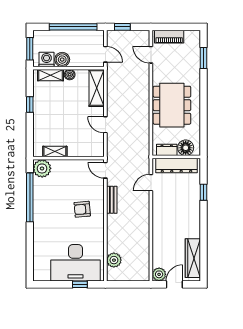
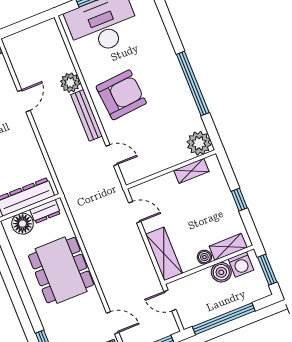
shelving: (55, 152) -> (191, 171), moved
wall: (68, 158) -> (171, 169), moved
plant: (42, 168) -> (199, 143), moved
door: (151, 183) -> (24, 101), moved
bench: (112, 200) -> (87, 115), width x1.36
armchair: (82, 209) -> (121, 95), width x1.88, depth x1.88
plant: (114, 260) -> (70, 83), moved

